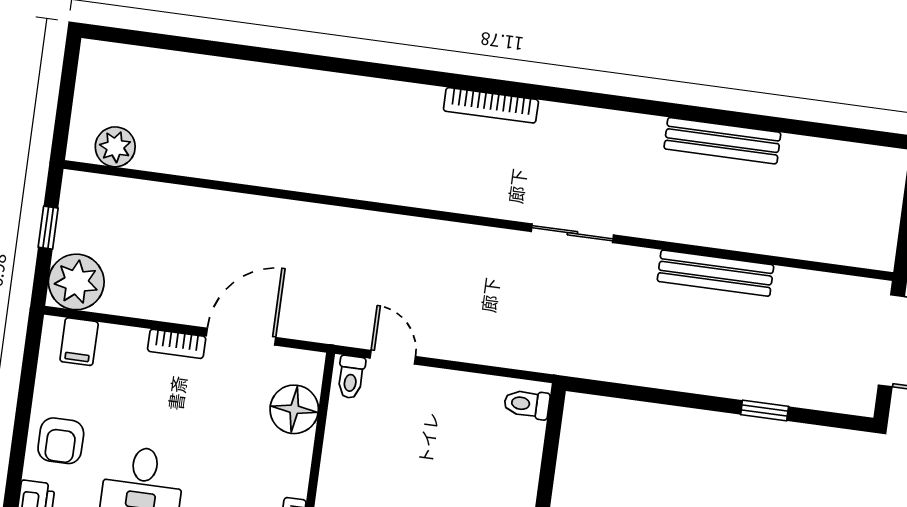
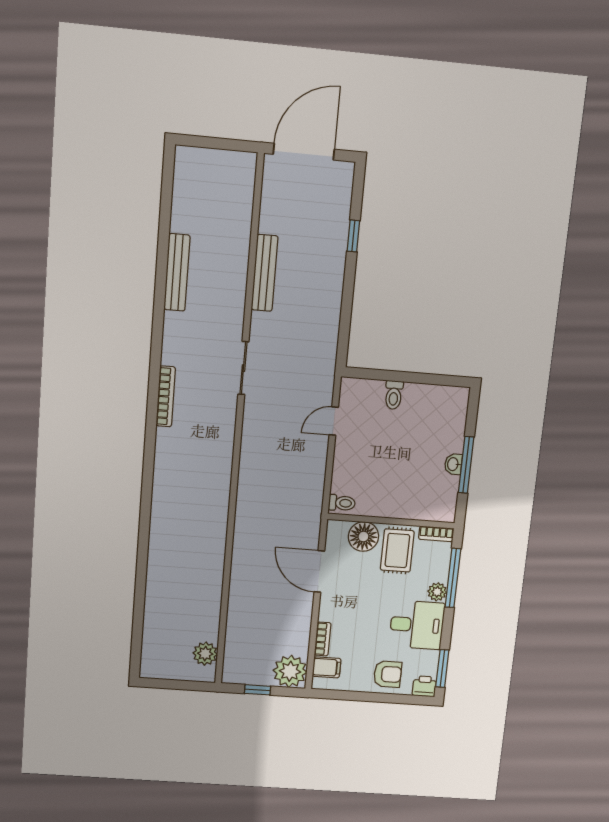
bookcase: (491, 105) -> (166, 396), moved
bookcase: (177, 344) -> (323, 639), moved
door: (393, 357) -> (334, 421), moved
toilet: (527, 404) -> (394, 395), moved
rug: (268, 463) -> (397, 550), added

